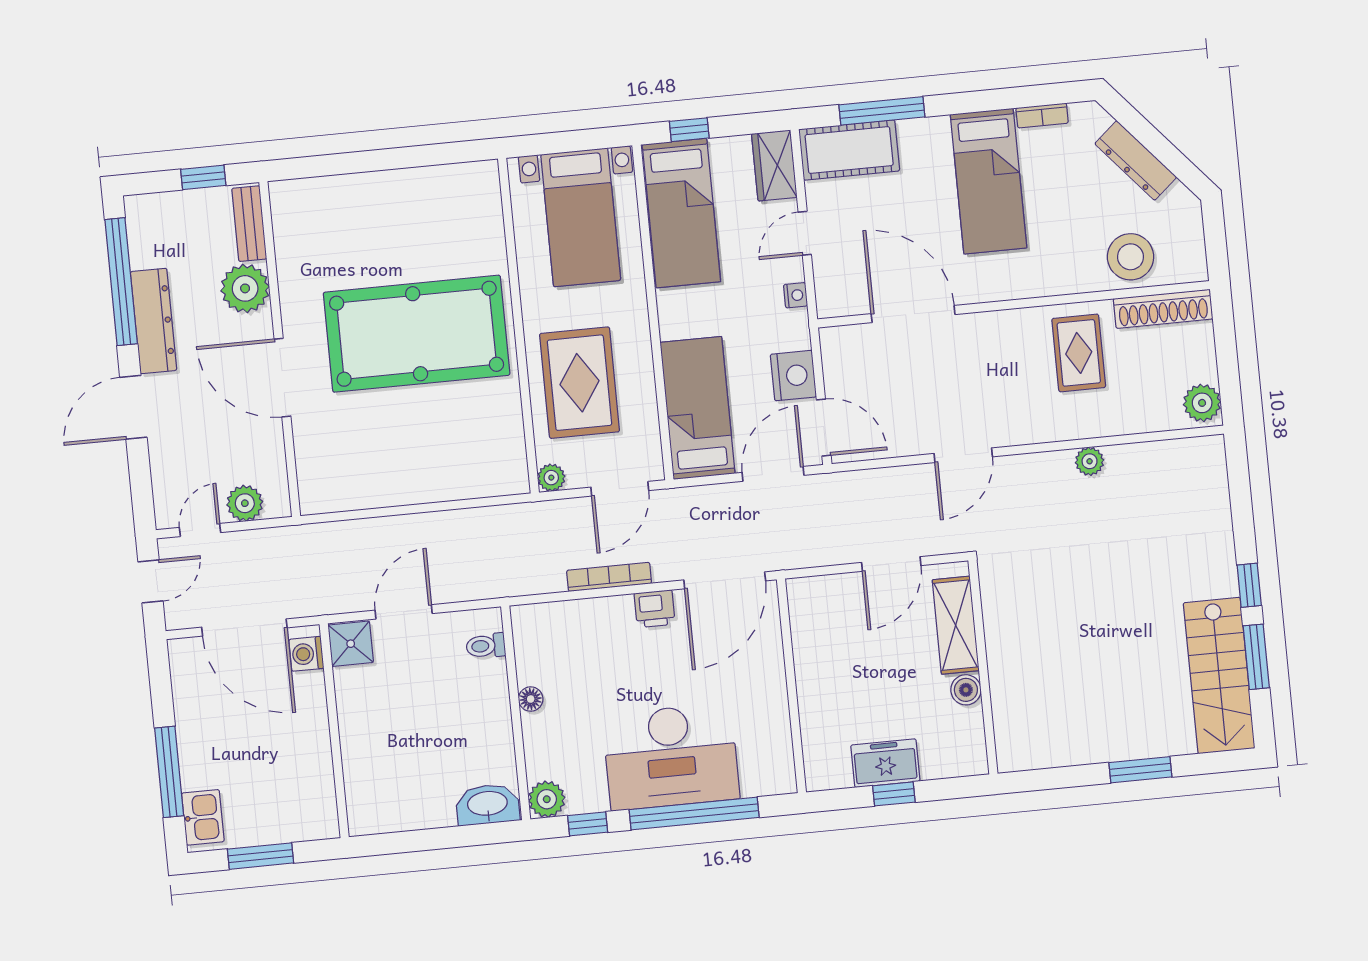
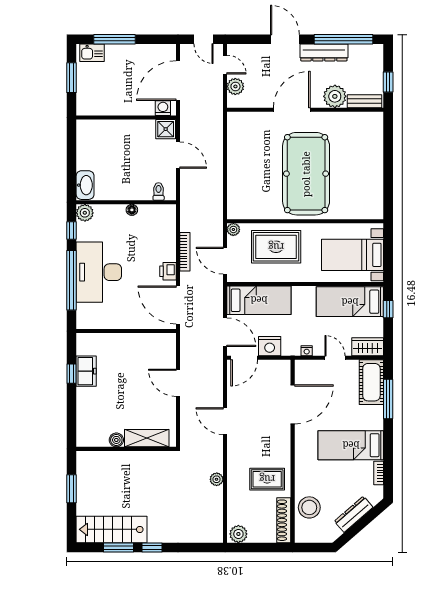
shelving: (956, 625) -> (147, 438), moved
wall: (983, 667) -> (126, 449), moved
boiler: (966, 690) -> (116, 440), moved

